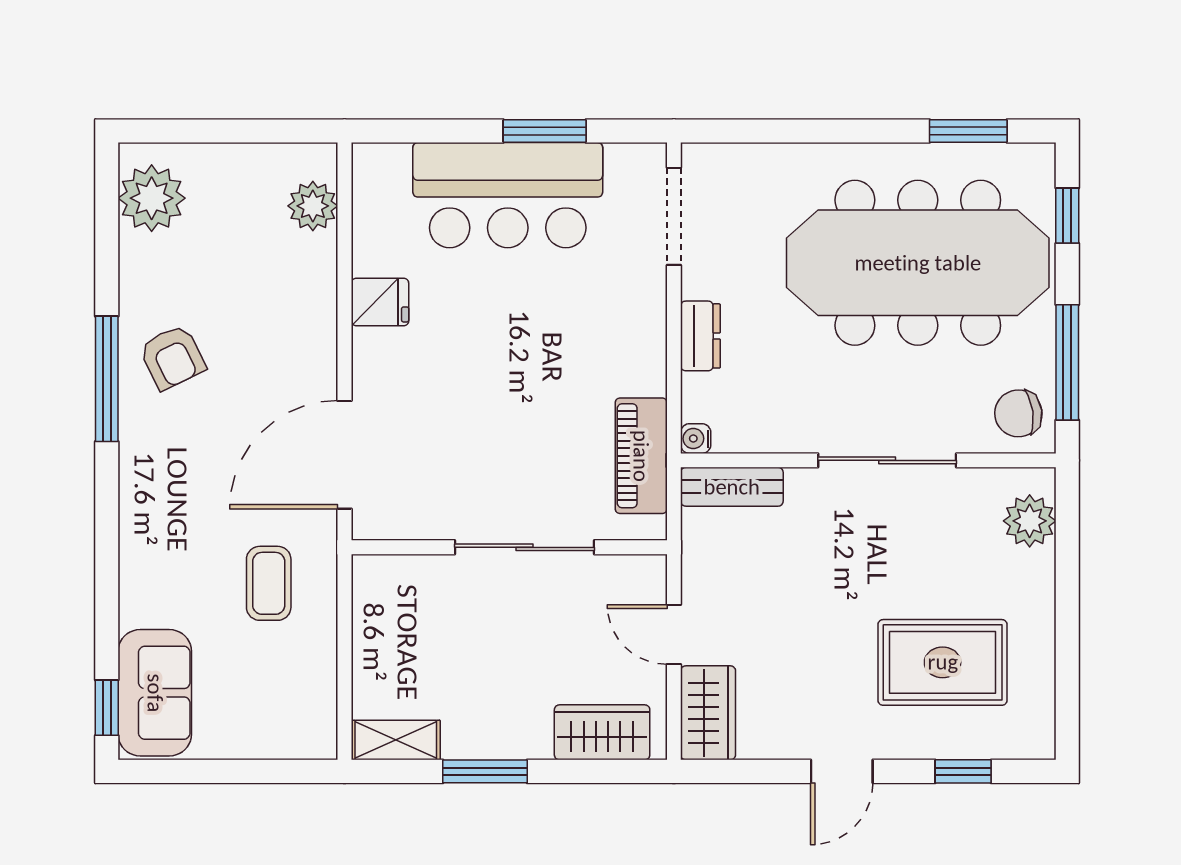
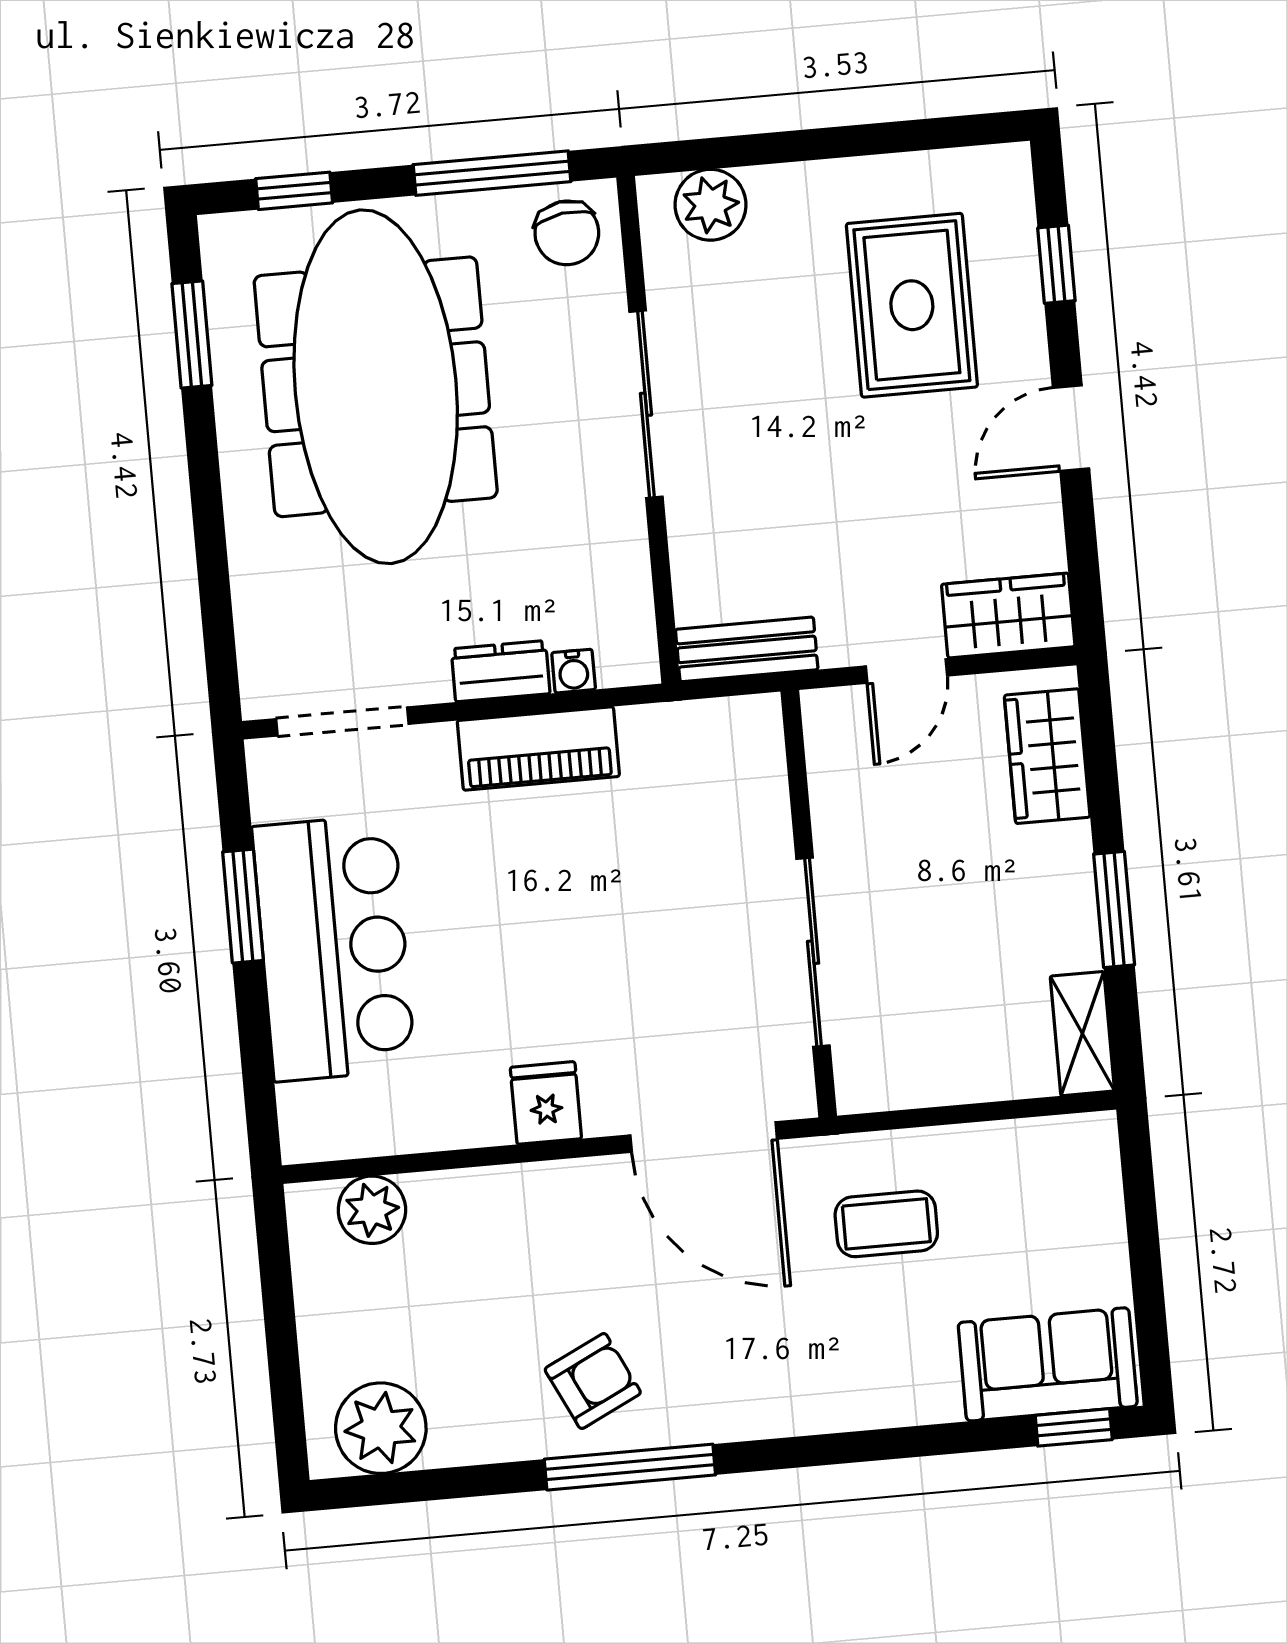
fridge: (380, 302) -> (546, 1103), moved
water cooler: (696, 439) -> (574, 671), moved
piano: (641, 456) -> (538, 748), moved
bench: (732, 487) -> (747, 649), moved, turned 90
sliding door: (524, 547) -> (813, 952), moved
door: (842, 771) -> (1071, 428), swing flipped

